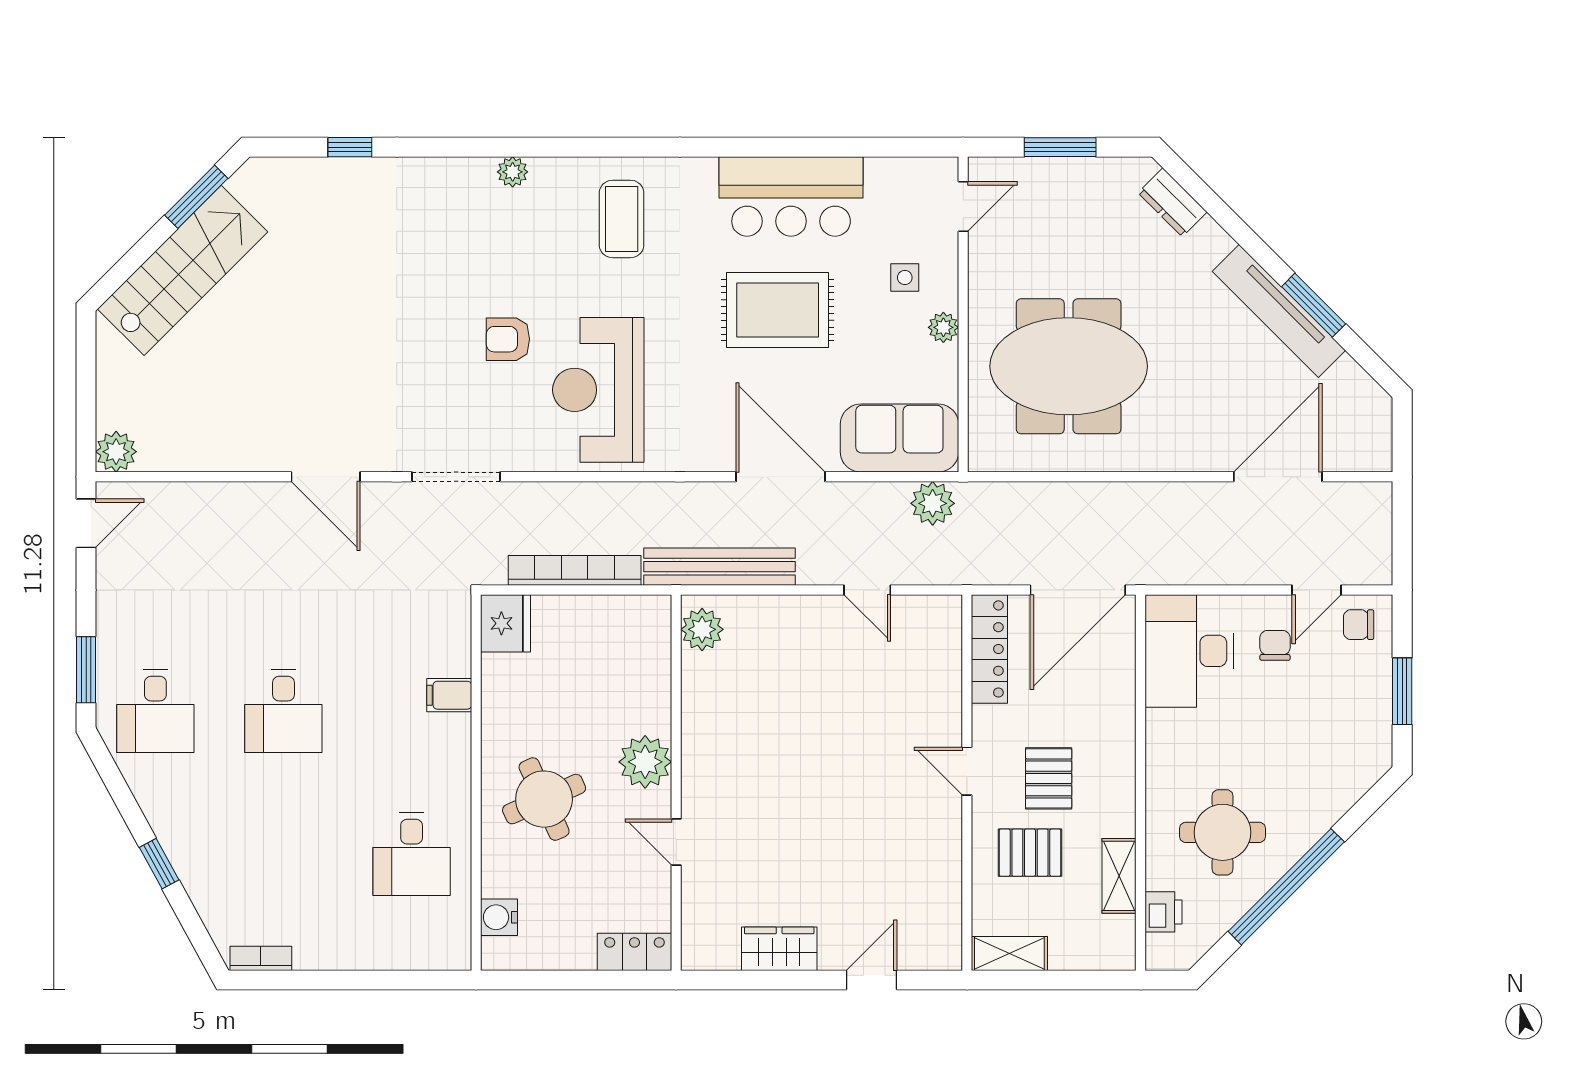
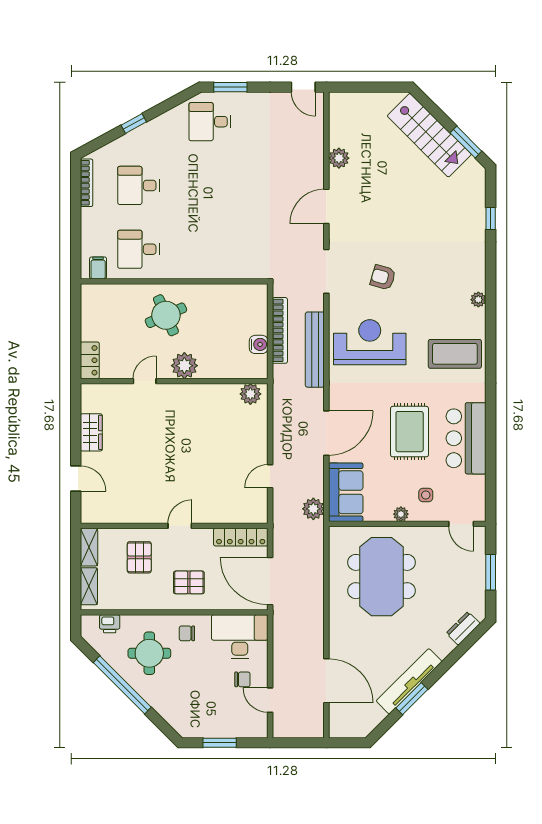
coffee table: (622, 219) -> (455, 354), width x1.36, depth x1.32
armchair: (508, 339) -> (383, 277), moved, turned -74
plant: (116, 452) -> (339, 158), moved
bench: (720, 567) -> (315, 350), moved
fridge: (505, 623) -> (253, 296), removed
chair: (1359, 625) -> (187, 633), moved, turned -90
filing cabinet: (449, 695) -> (98, 268), moved
desk: (283, 711) -> (139, 185), moved
pallet: (1049, 778) -> (189, 582), moved
shelving: (1119, 876) -> (89, 586), moved, turned 90
water cooler: (499, 917) -> (259, 344), moved, turned 90
bookcase: (261, 958) -> (87, 183), width x1.56

